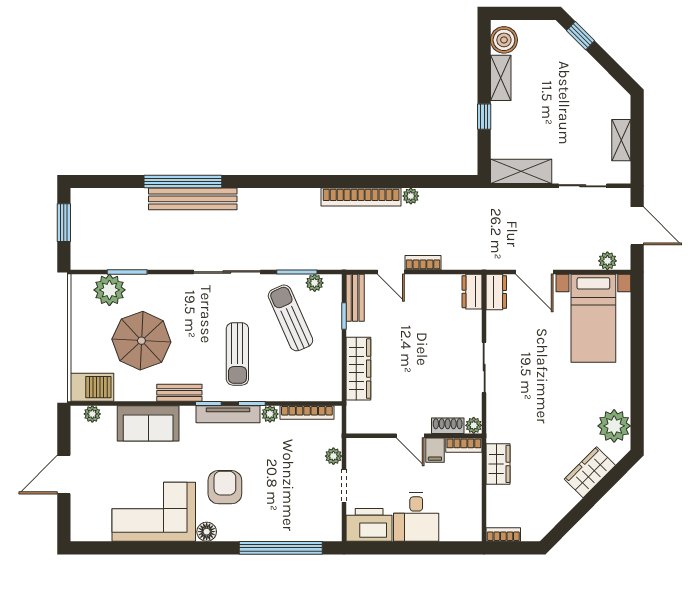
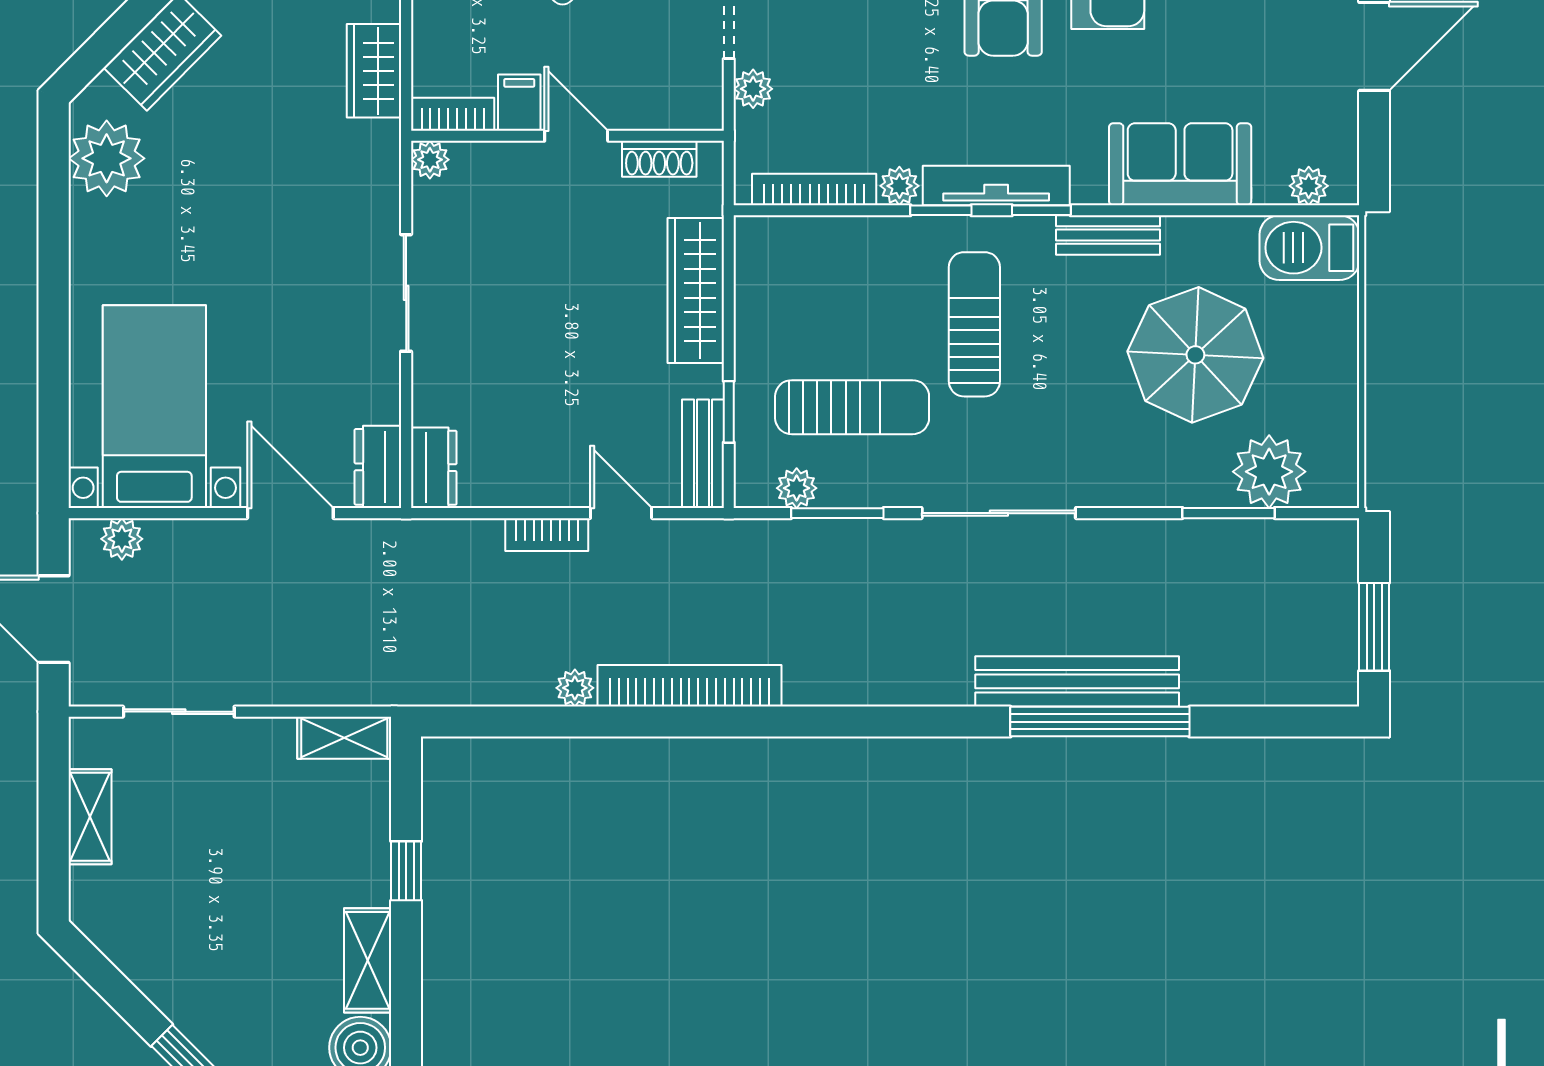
shelving: (521, 171) -> (344, 738), width x0.67, depth x0.75
sun lounger: (290, 318) -> (852, 407), turned -66
shoe rack: (448, 426) -> (659, 159), moved

